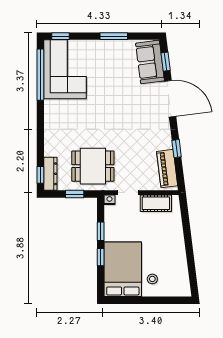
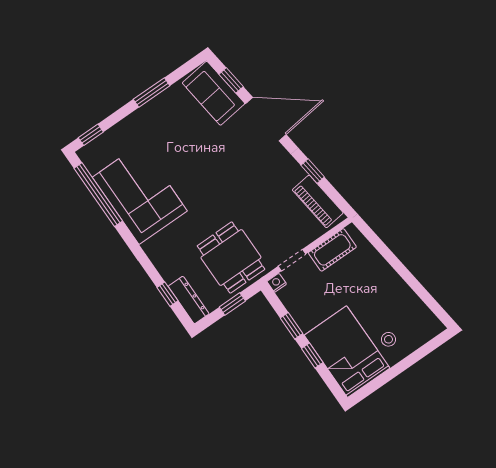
corner sofa: (65, 69) -> (140, 194), moved
dining table: (93, 166) -> (231, 258), turned 90
window: (40, 175) -> (167, 294), moved

